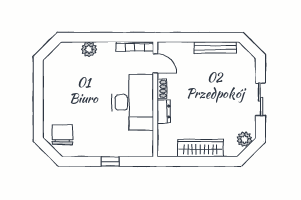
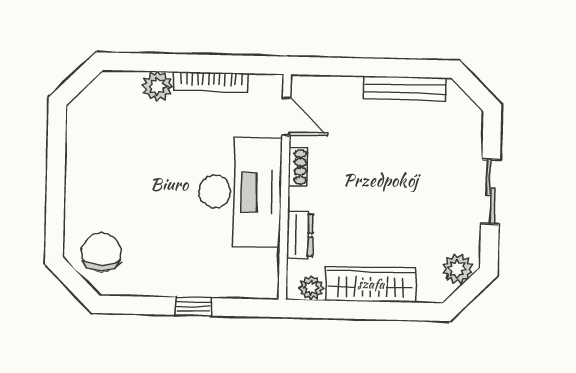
bookcase: (135, 46) -> (211, 82), moved
dresser: (164, 112) -> (300, 235), moved
plant: (170, 151) -> (311, 288), added

